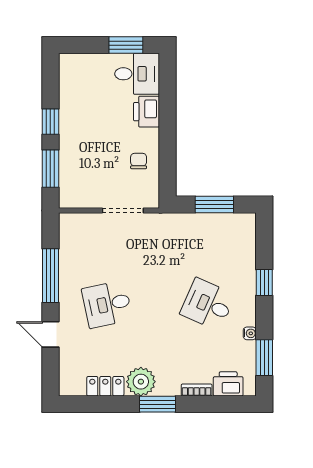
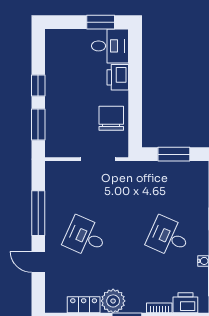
chair: (139, 161) -> (111, 118), width x1.87, depth x1.87
desk: (107, 304) -> (85, 237), turned 36

